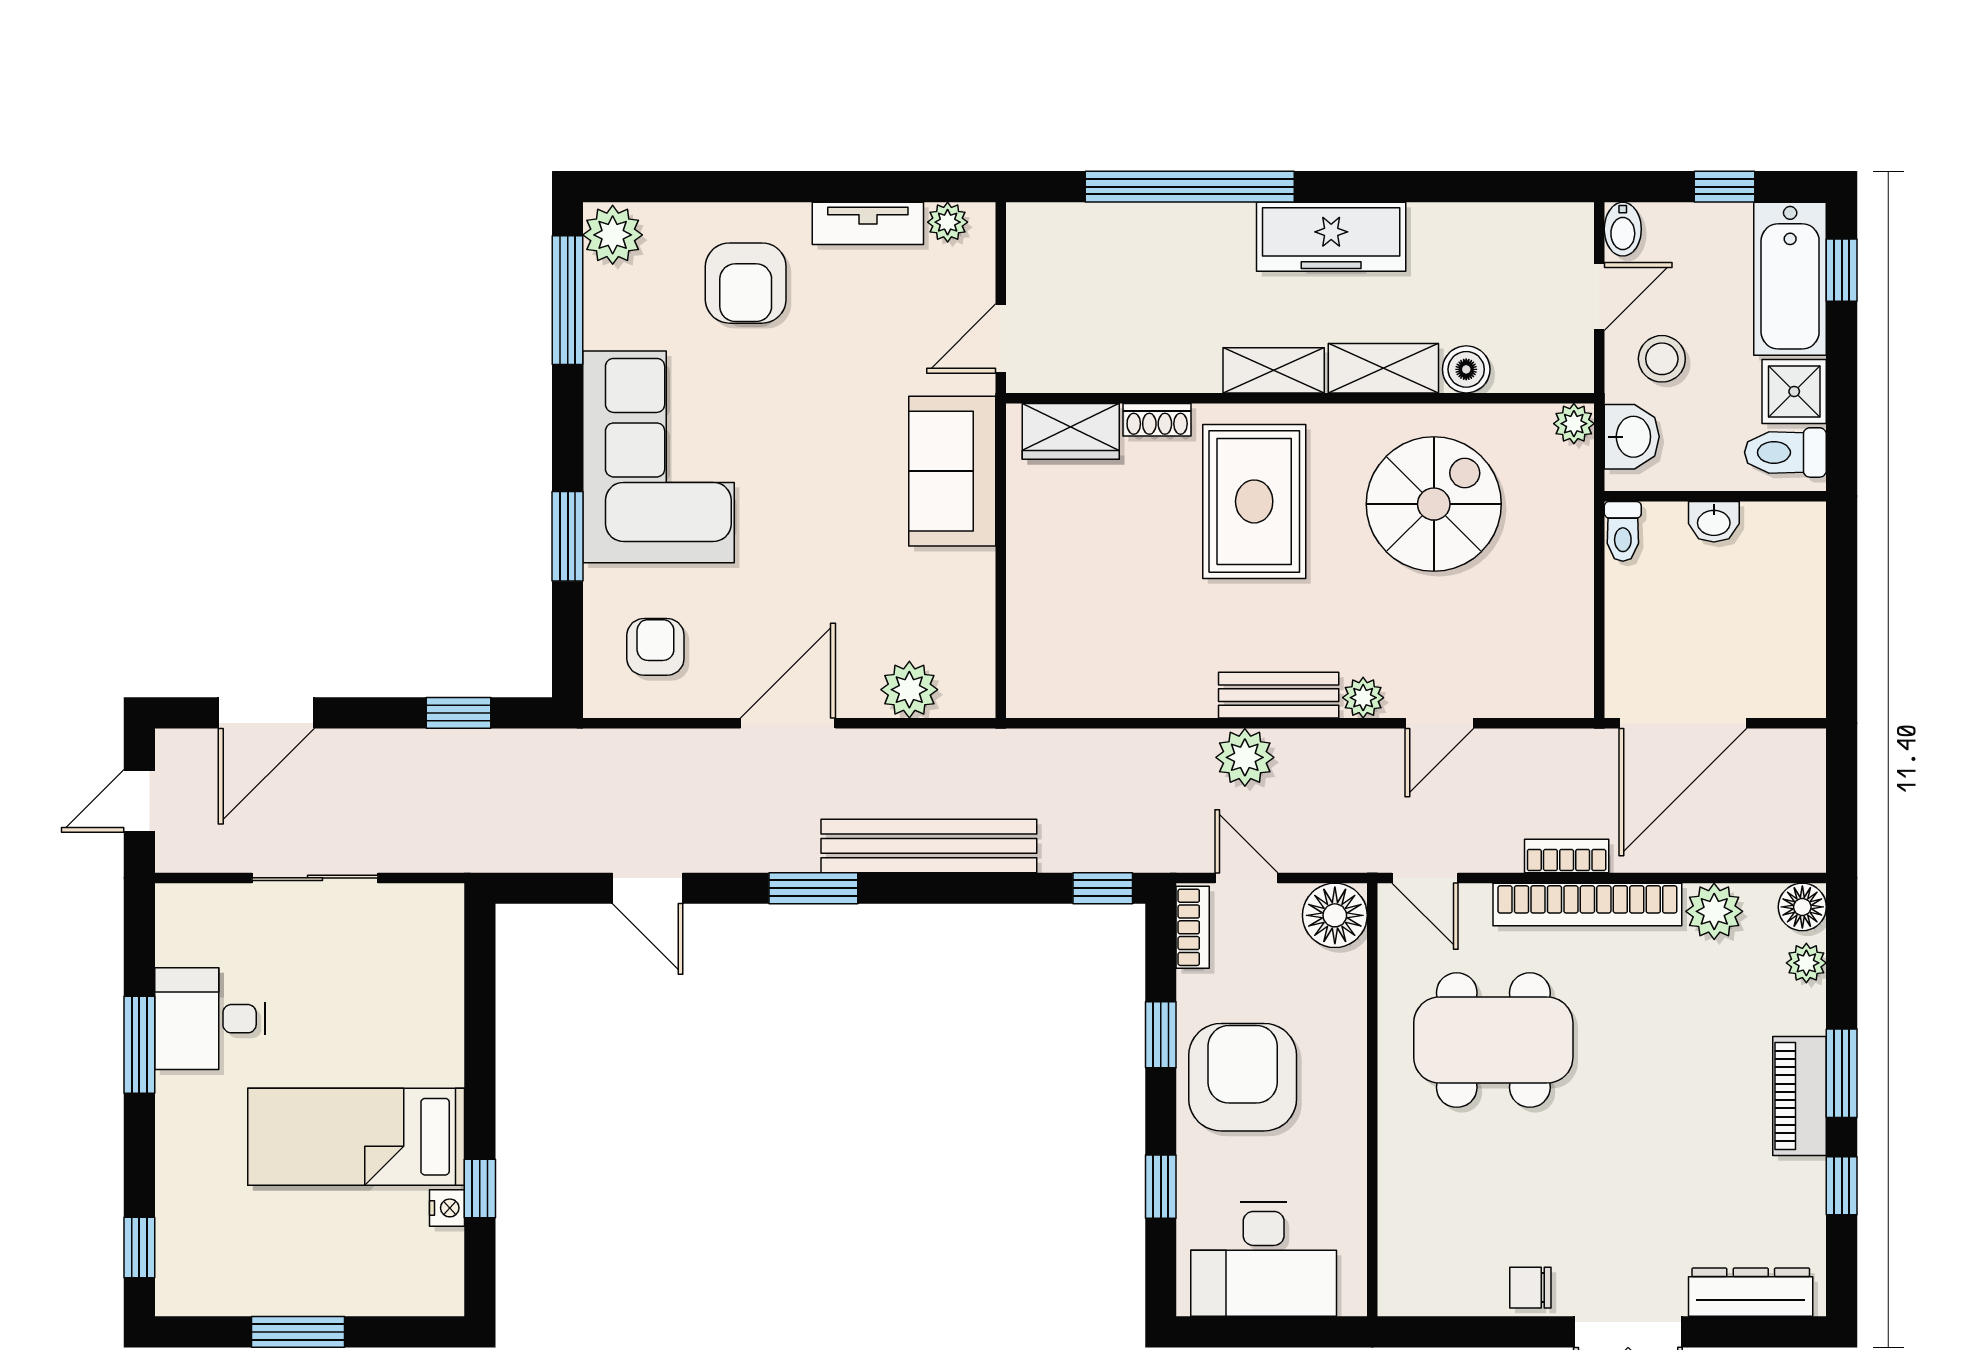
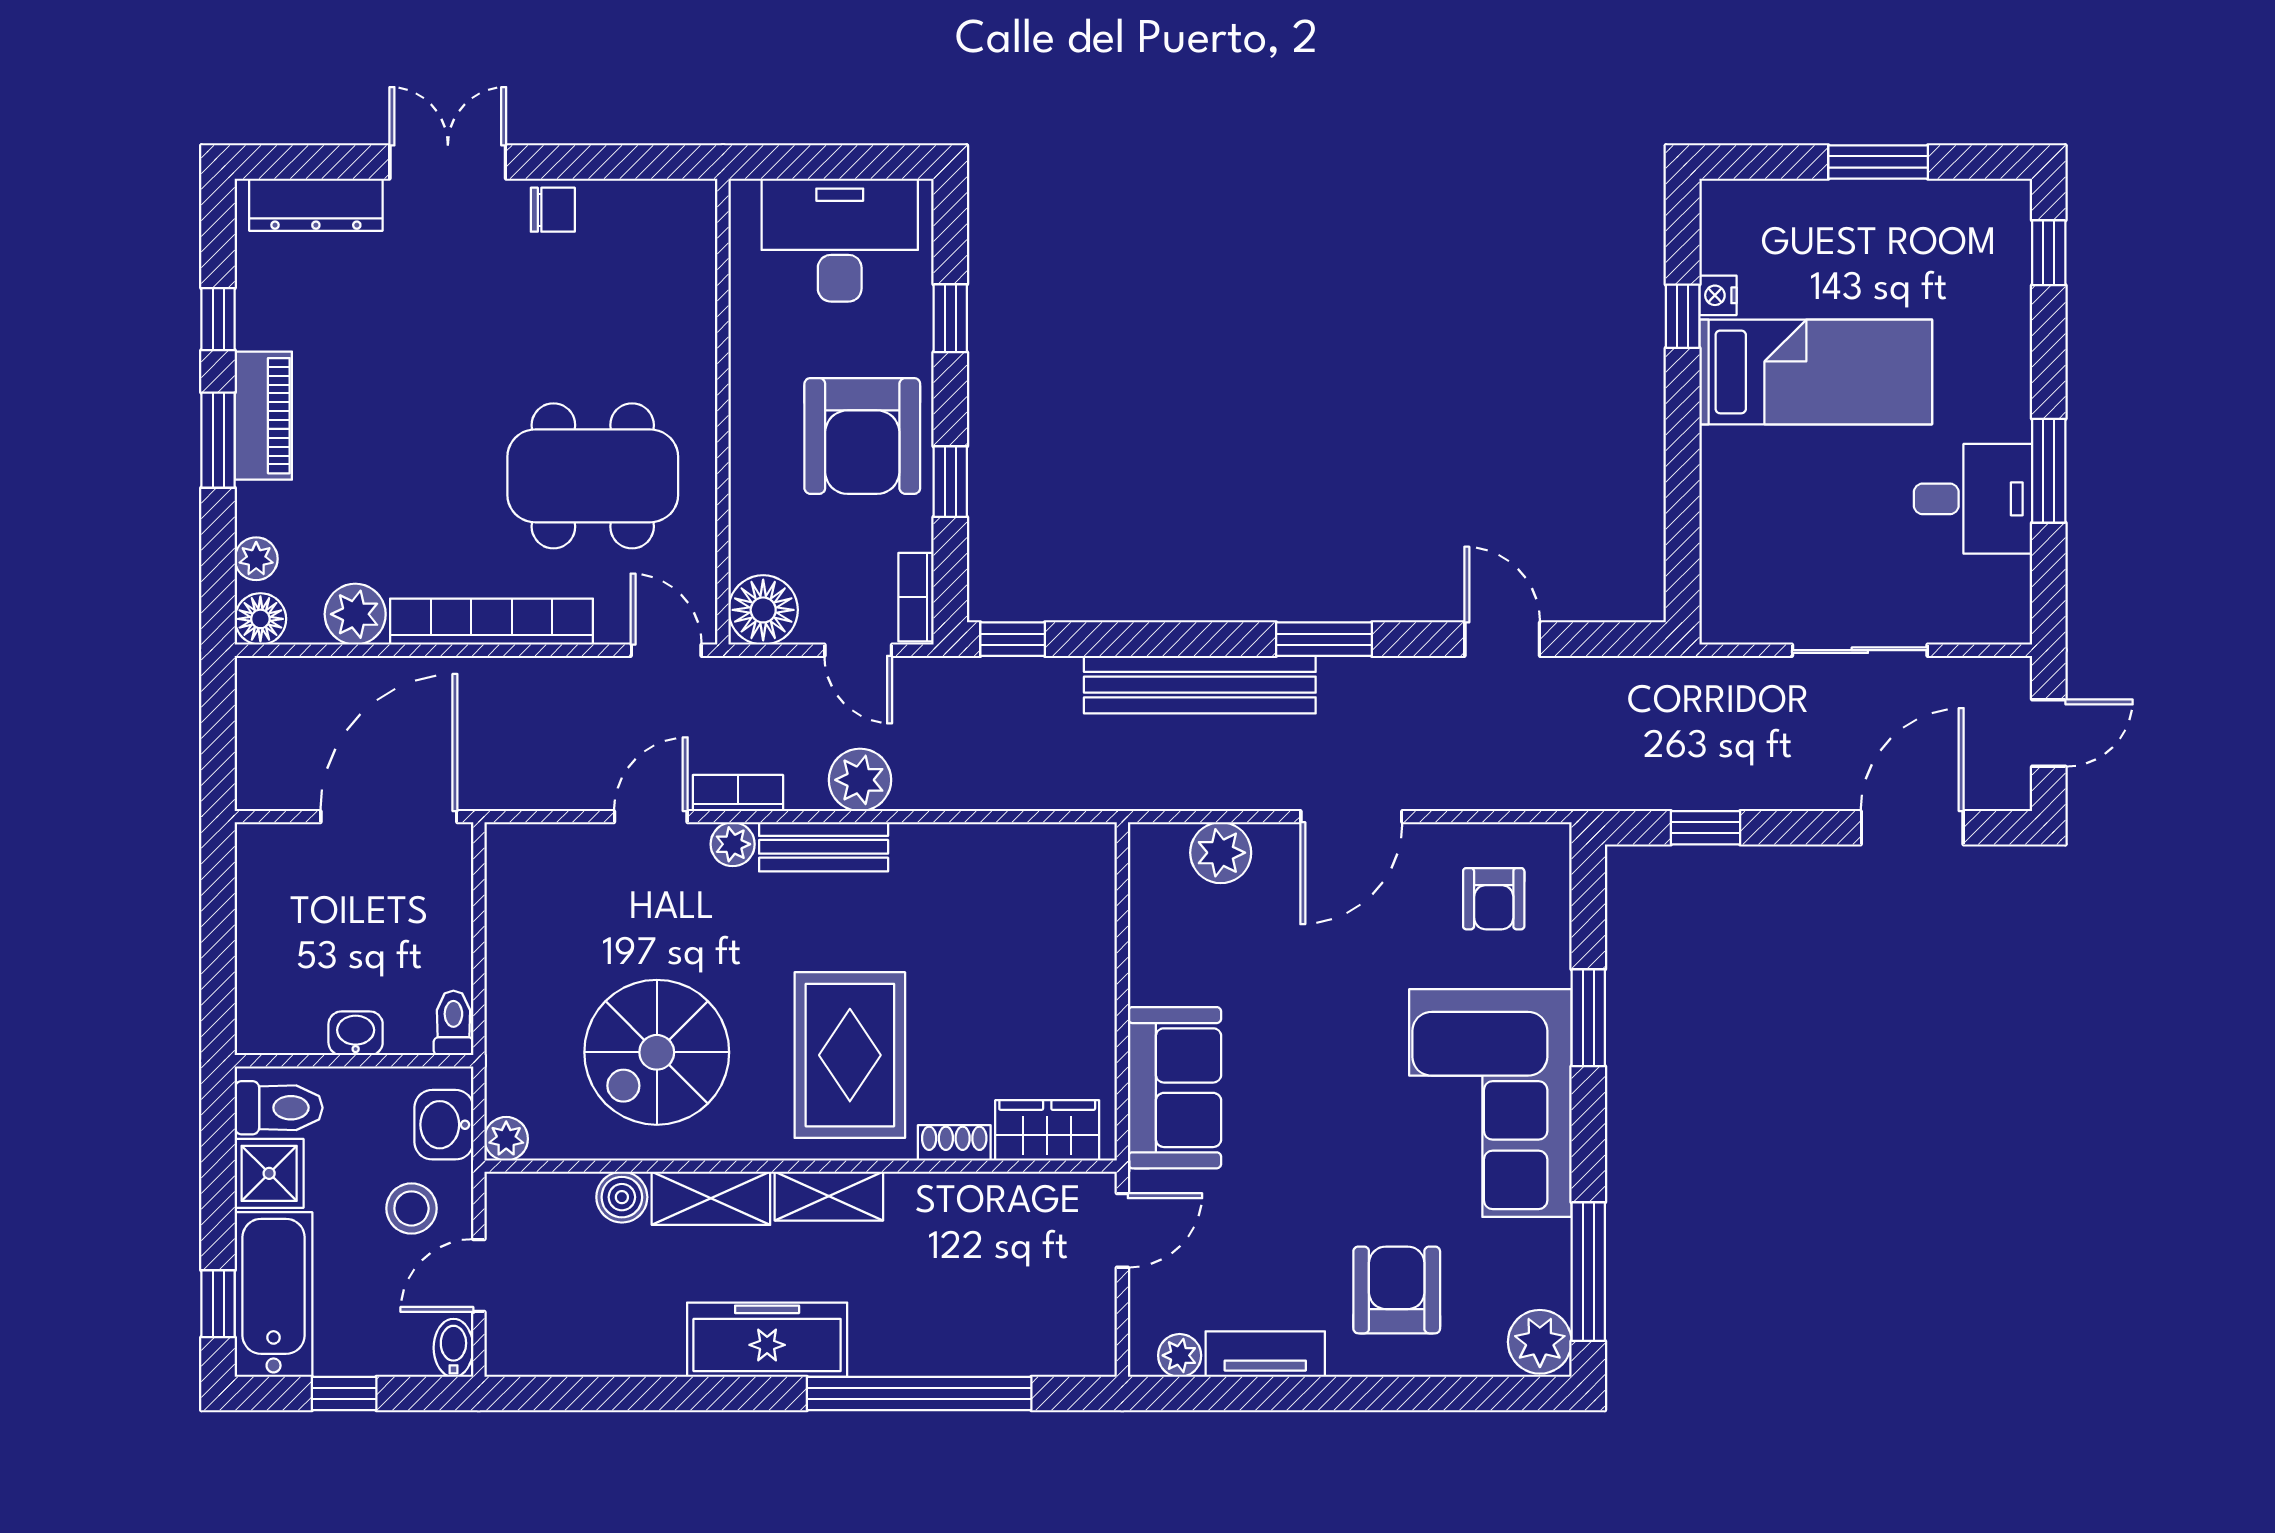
bookcase: (1567, 856) -> (738, 793), moved, turned 180

